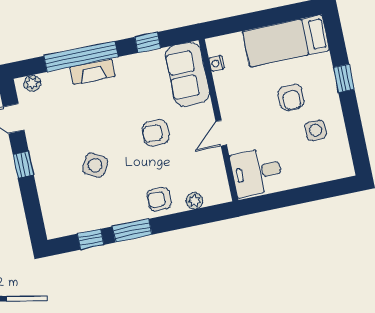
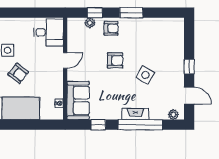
armchair: (291, 97) -> (18, 73), turned 128
armchair: (156, 133) -> (115, 60), moved
side table: (95, 165) -> (145, 75), moved
window: (91, 239) -> (95, 13), moved

